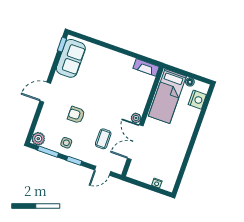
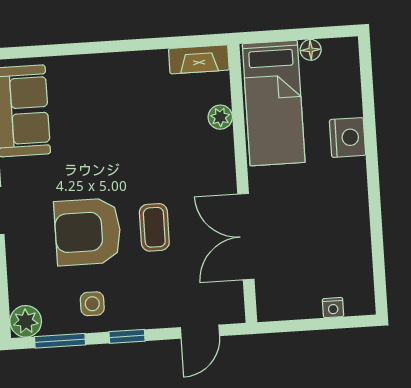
nightstand: (197, 100) -> (348, 137), moved
armchair: (76, 115) -> (88, 232), width x1.88, depth x1.88
plant: (136, 118) -> (220, 117), moved
coffee table: (103, 139) -> (154, 227), moved

